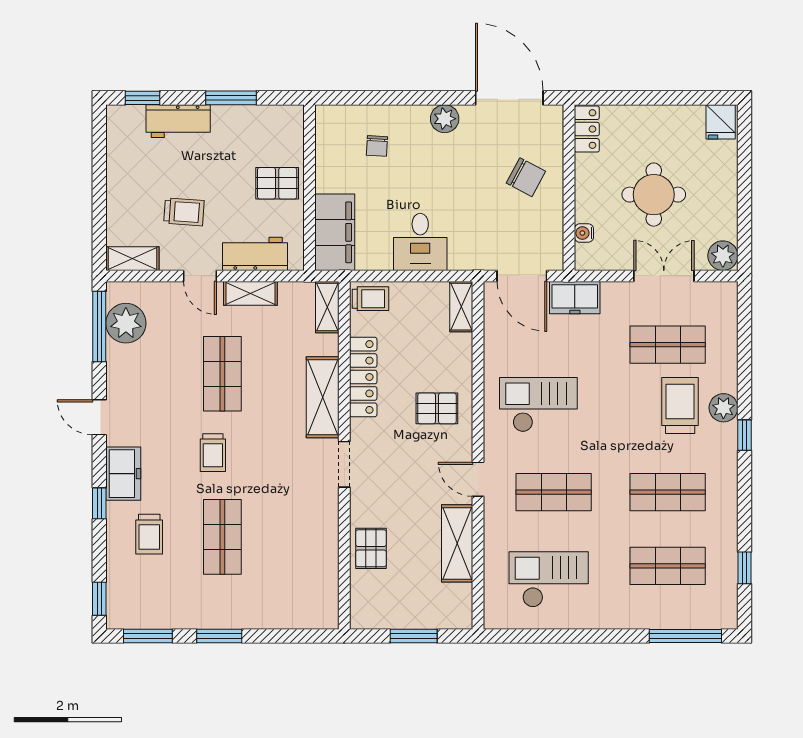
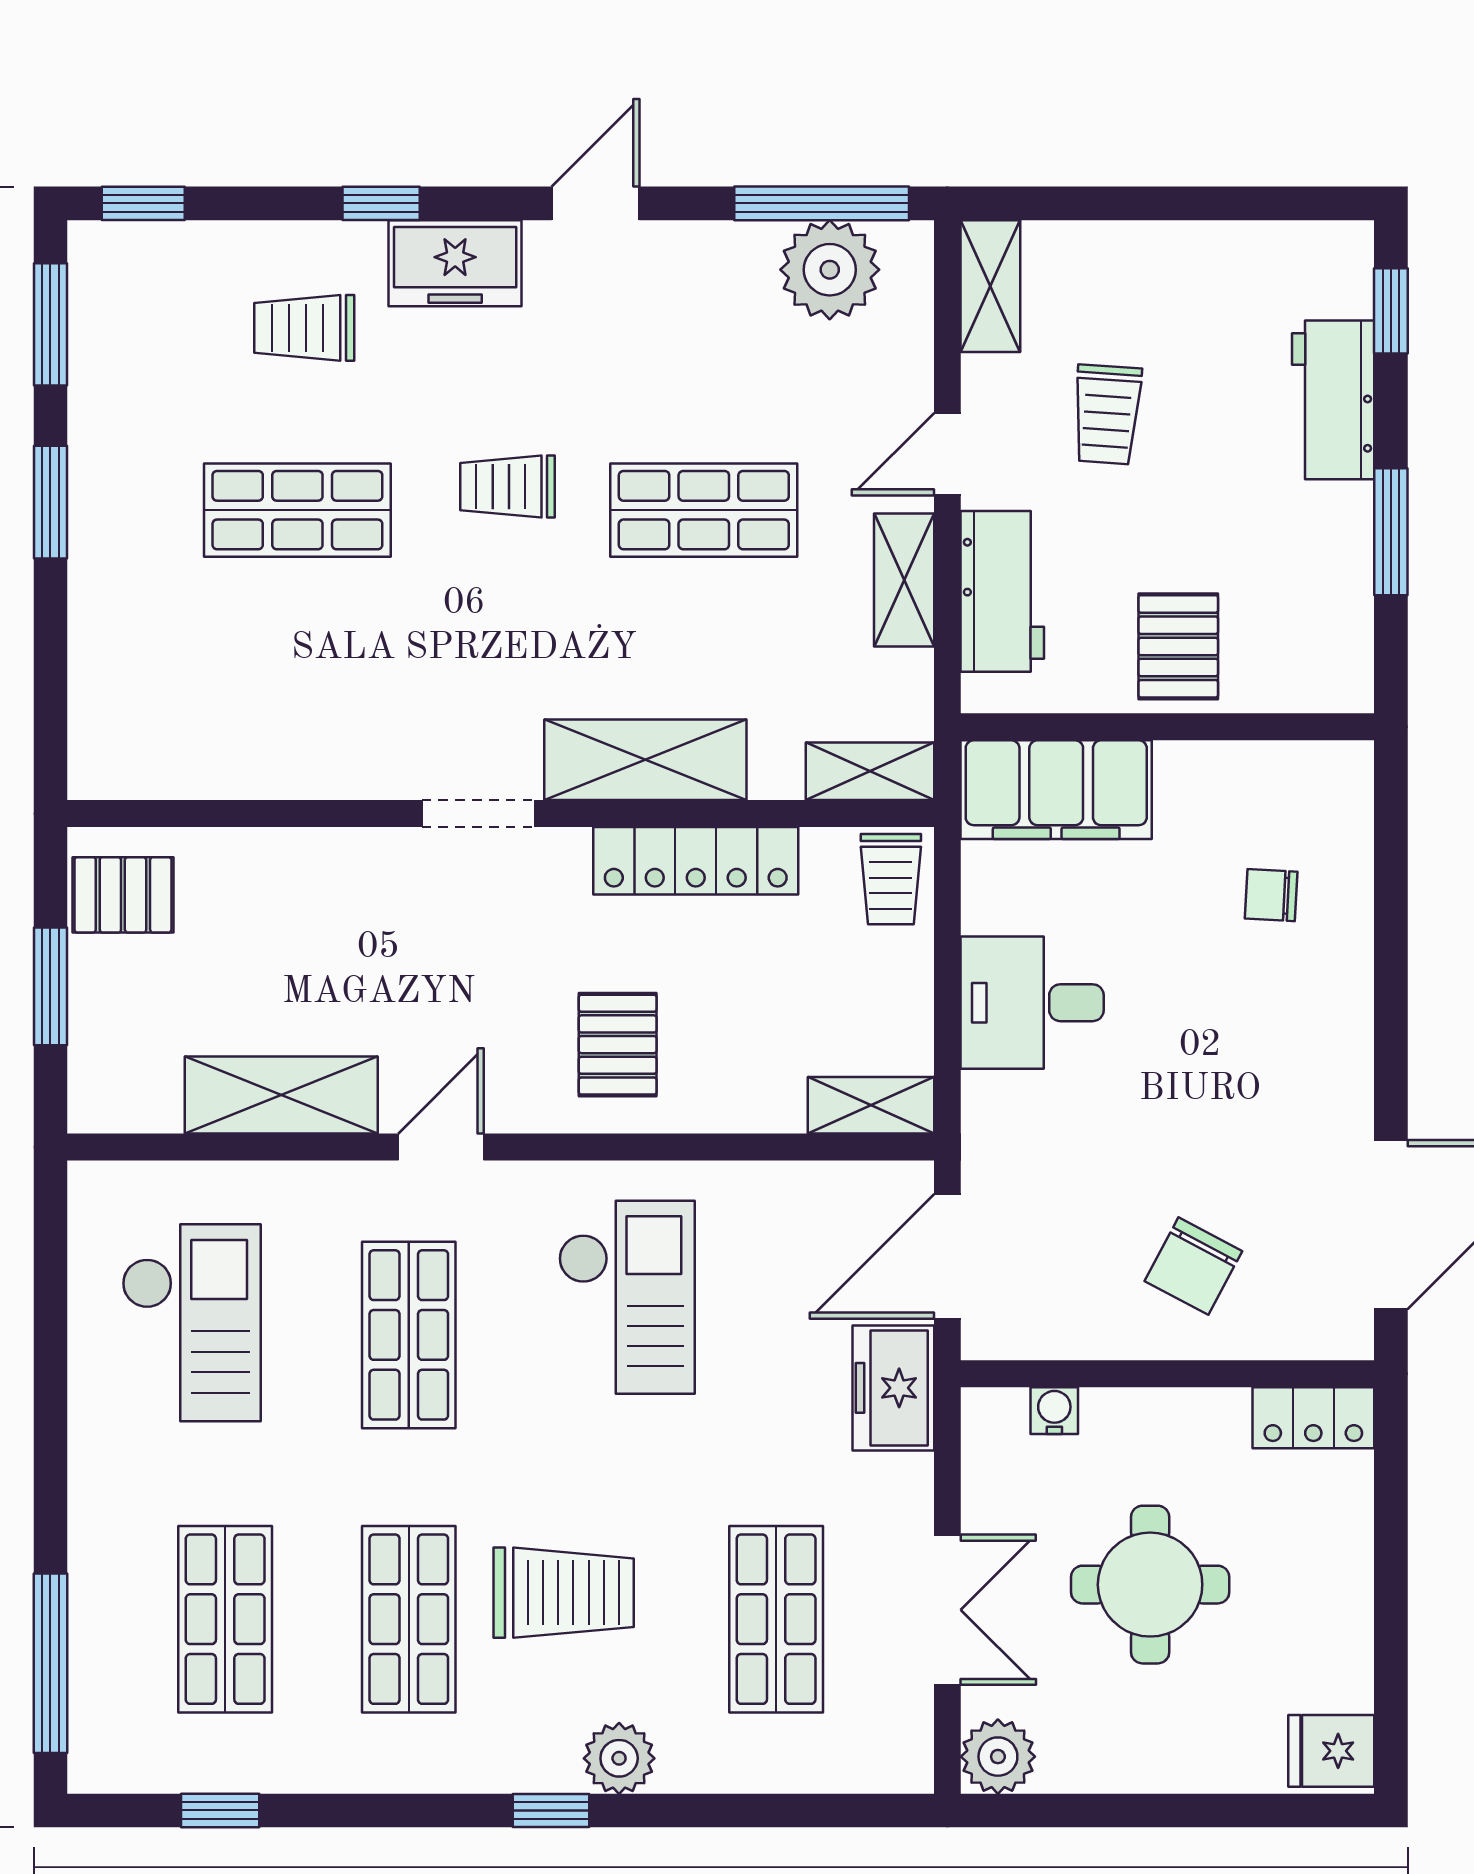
plant: (445, 119) -> (1339, 1064), removed
trolley: (680, 405) -> (564, 1593), moved
pallet: (371, 548) -> (123, 895), moved

